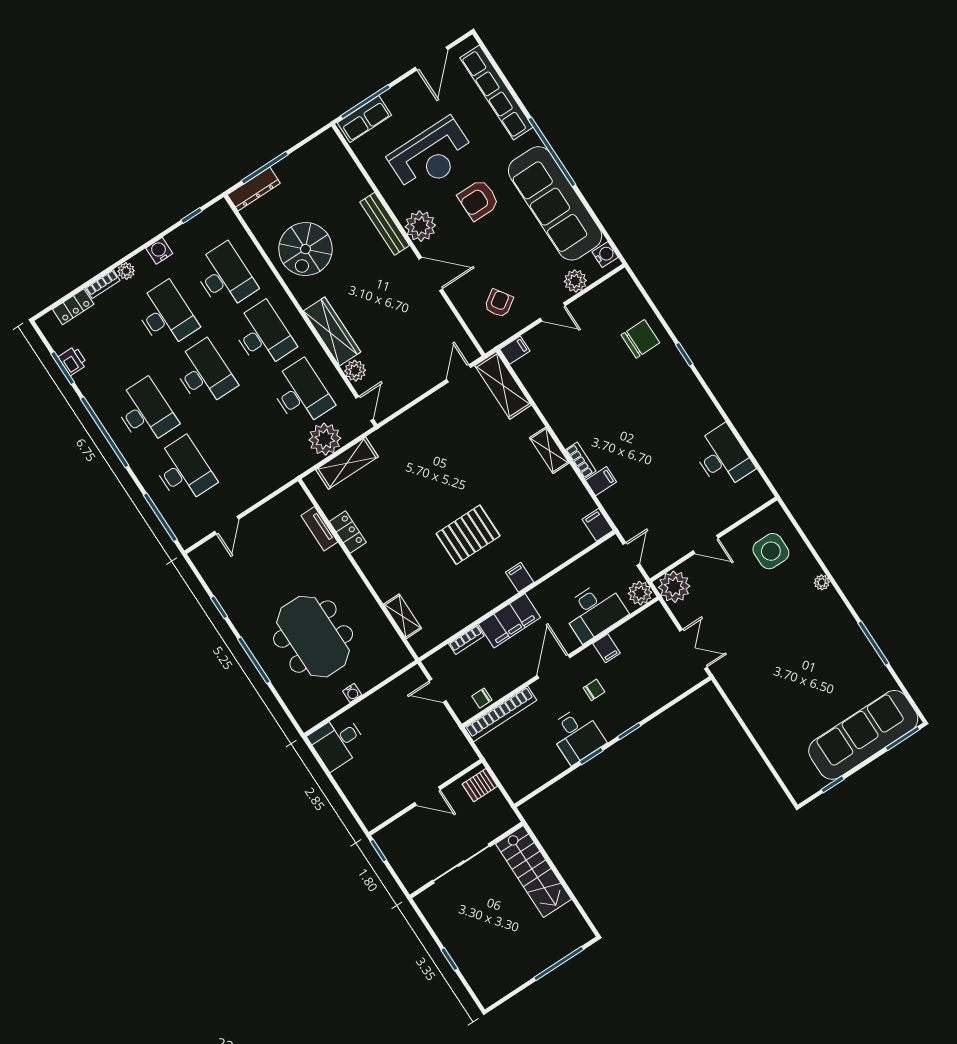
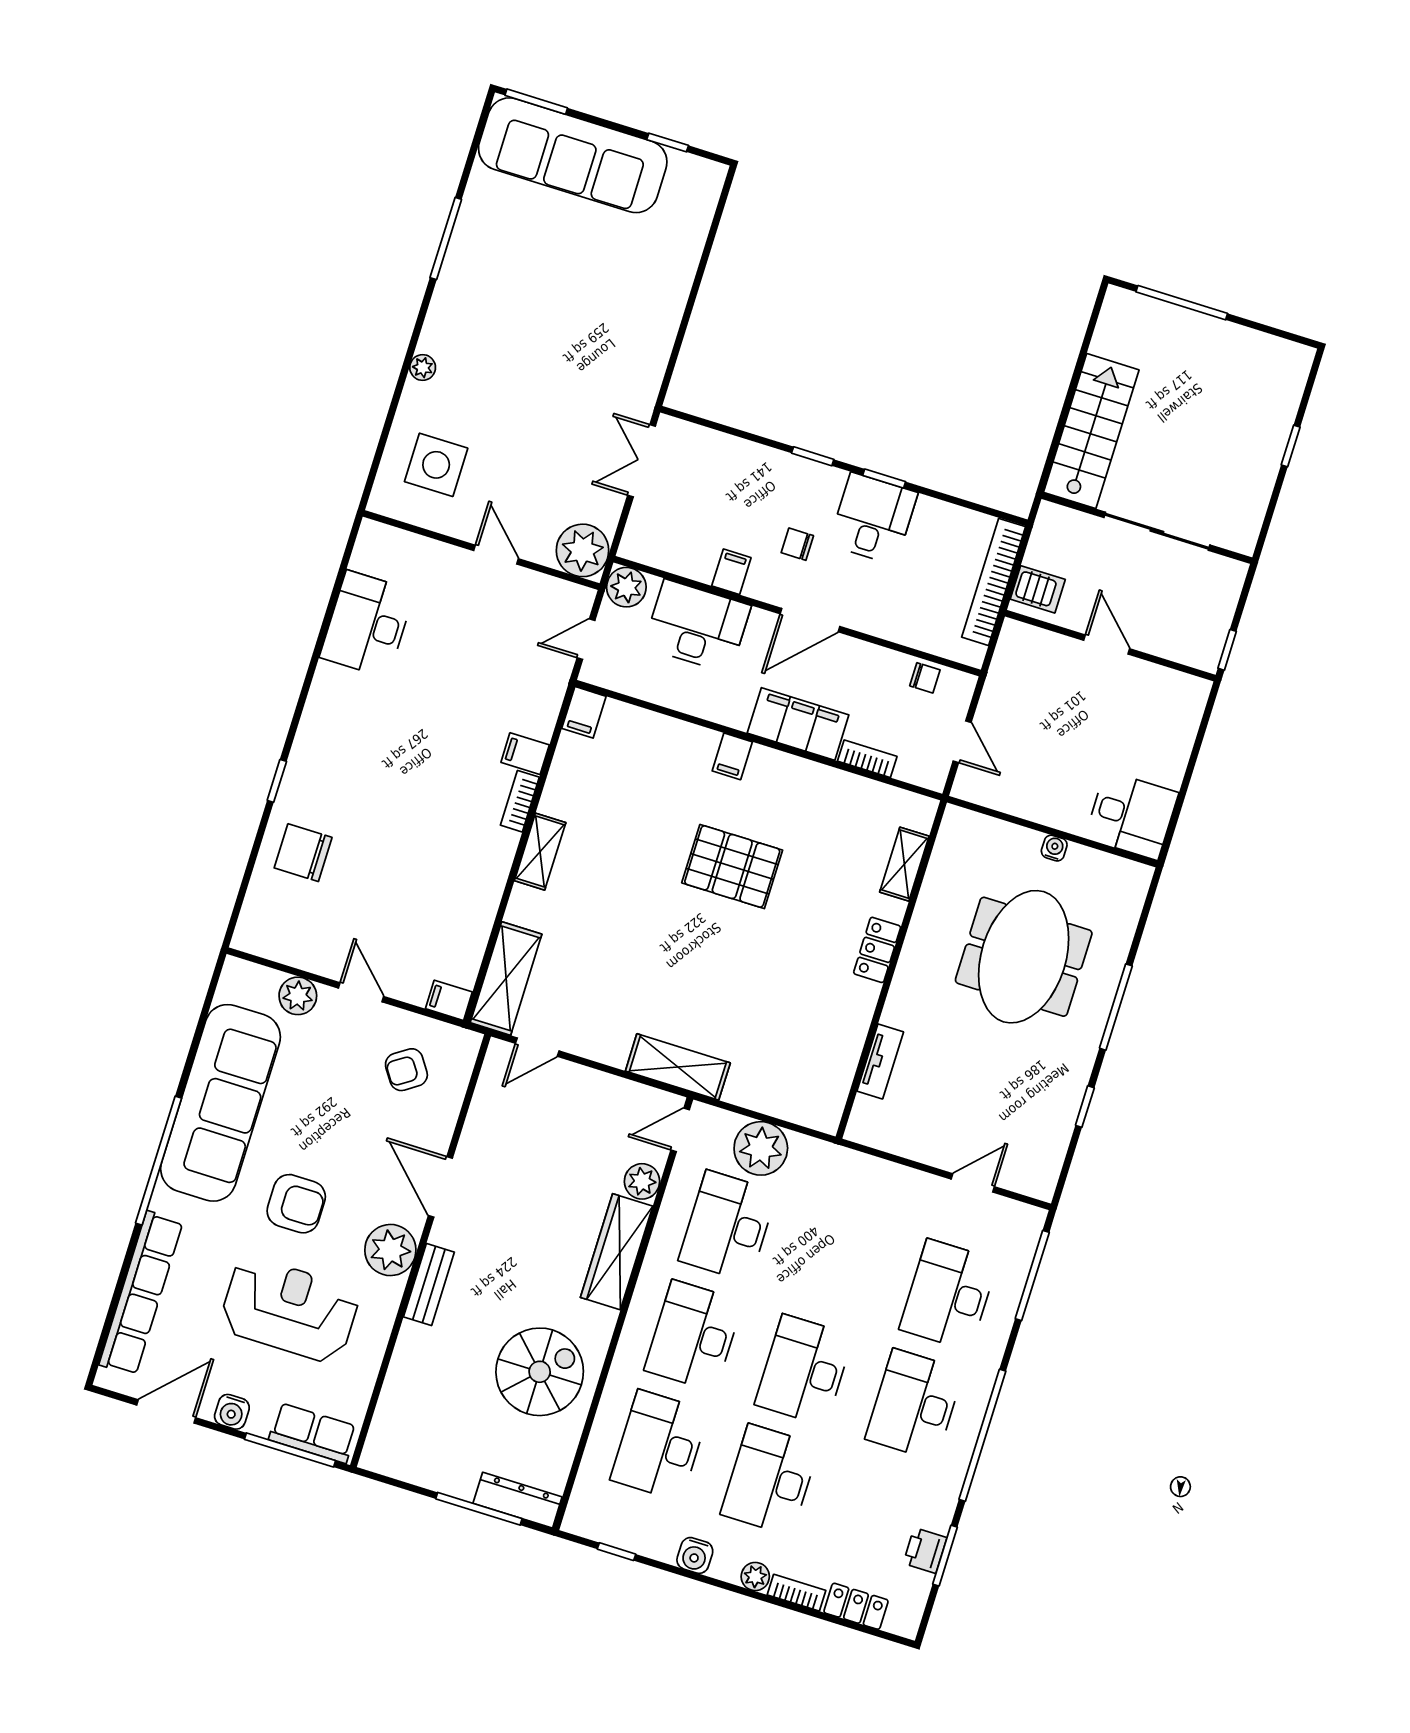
bench: (385, 224) -> (429, 1284), width x0.73
water cooler: (605, 254) -> (232, 1412), moved, turned -90
shelving: (347, 463) -> (678, 1067), moved
locker: (348, 532) -> (877, 950), moved
bookcase: (500, 714) -> (994, 582), moved, turned -90

